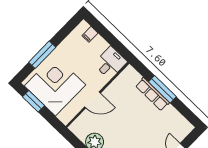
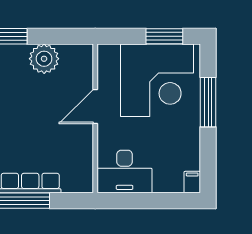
filing cabinet: (90, 34) -> (192, 182), moved
desk: (110, 63) -> (125, 171), width x1.37

